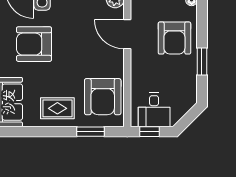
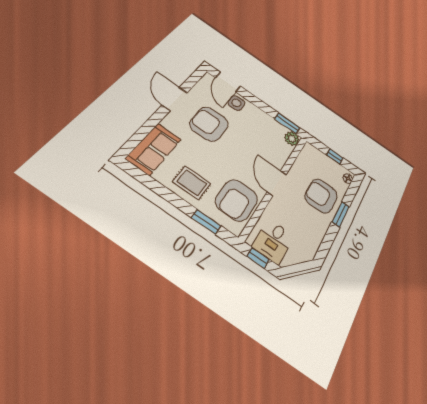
door: (127, 34) -> (277, 183), moved
armchair: (174, 38) -> (321, 196), turned 90
window: (202, 62) -> (341, 214), moved

